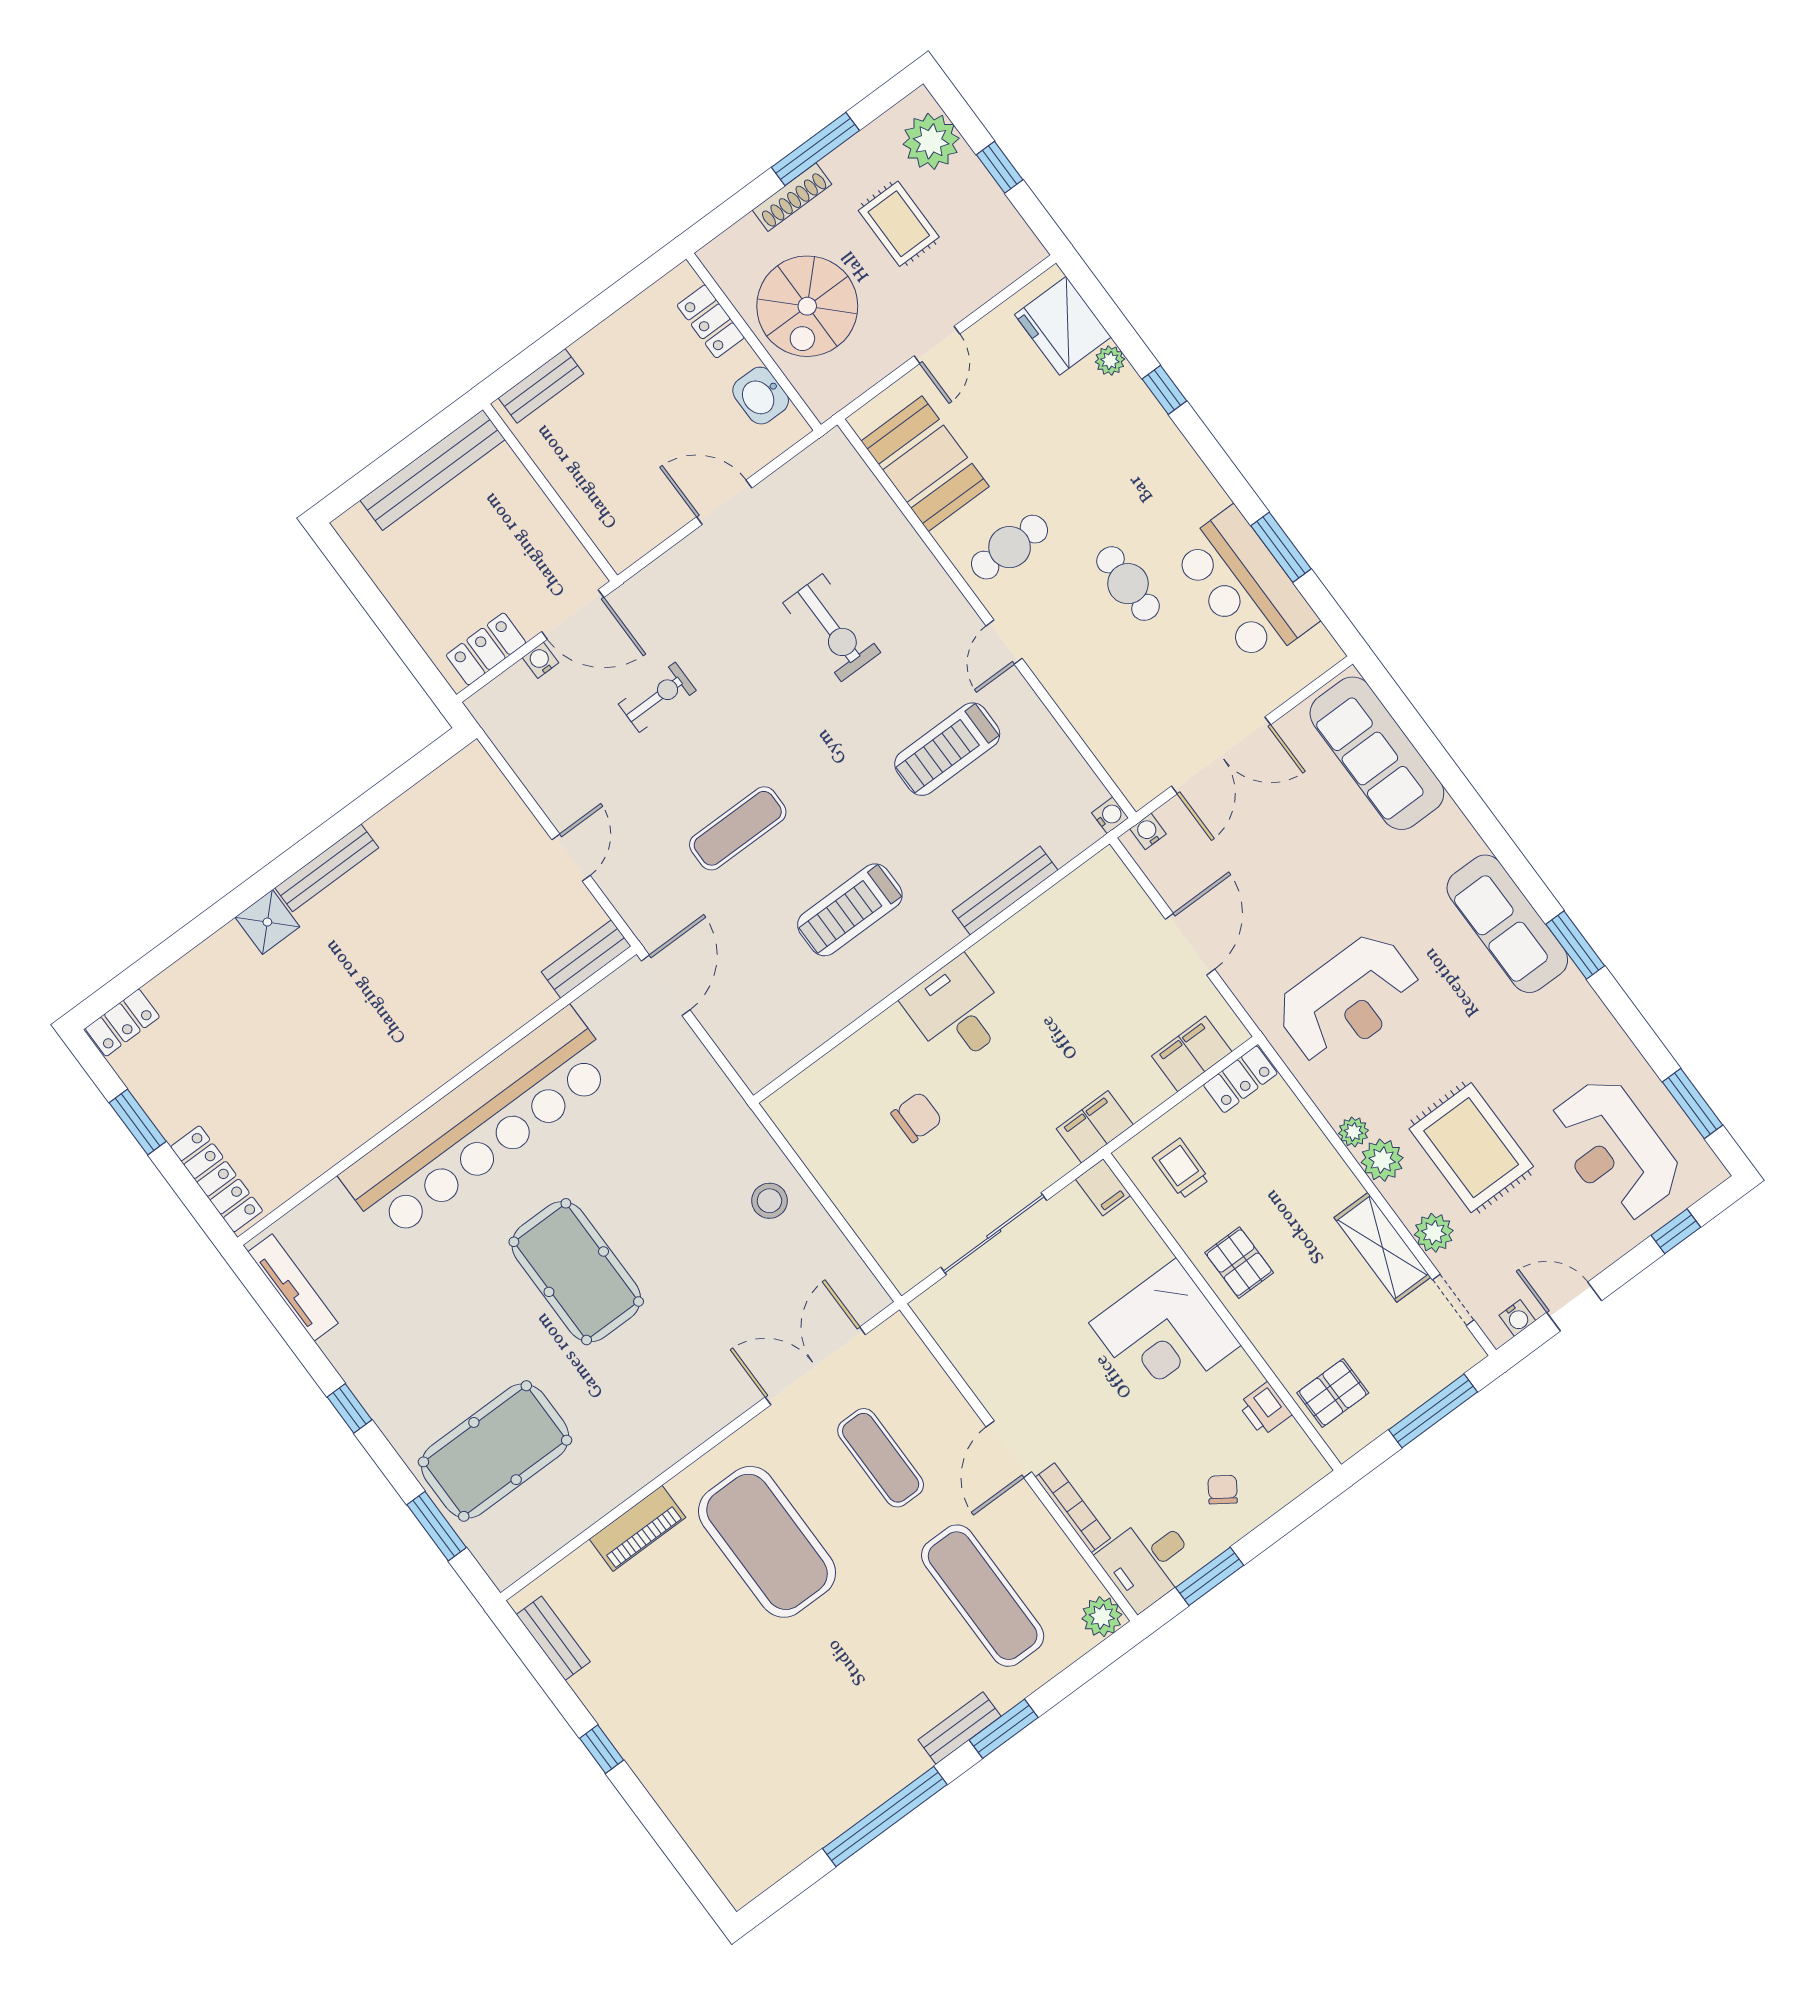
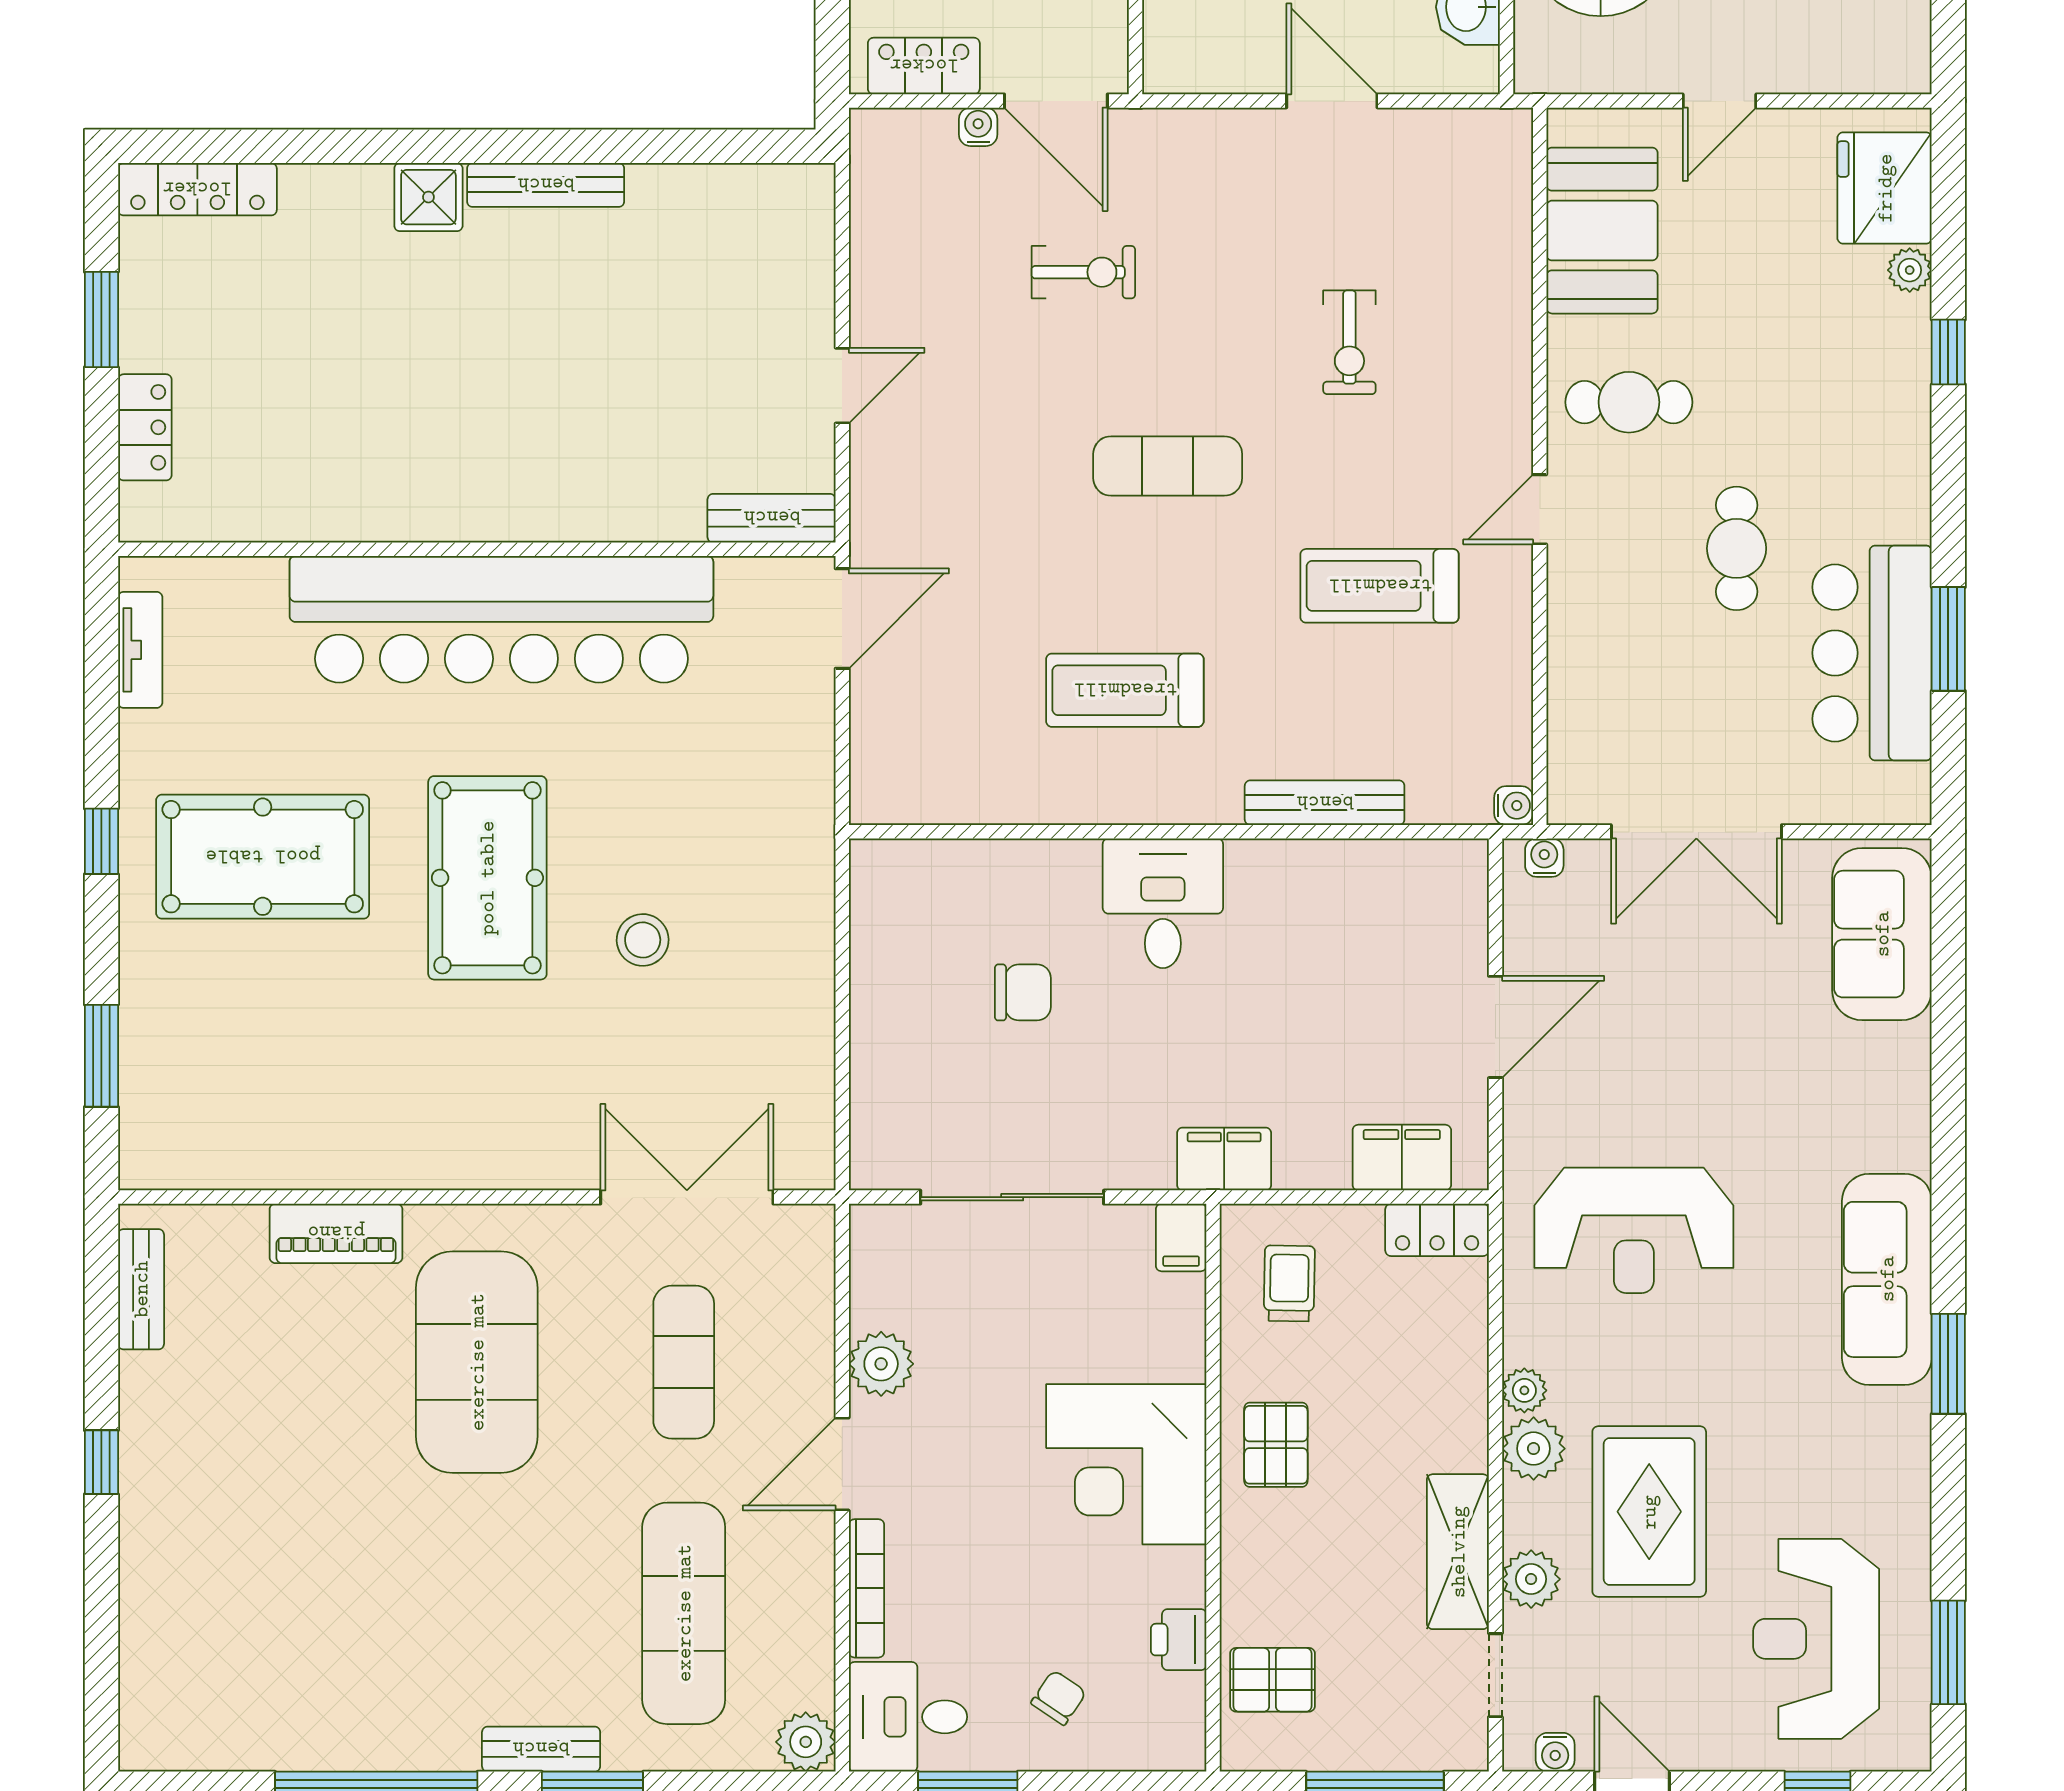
exercise bike: (832, 628) -> (1349, 342), width x0.73, depth x0.72
sofa: (1377, 753) -> (1882, 934), width x0.73
exercise mat: (738, 828) -> (1168, 466), moved
locker: (122, 1023) -> (197, 189), width x1.53
locker: (217, 1179) -> (145, 427), width x0.66
stool: (769, 1201) -> (643, 940), moved
tv unit: (293, 1288) -> (140, 650), width x0.71
plant: (990, 1379) -> (881, 1364), added
pool table: (495, 1451) -> (263, 857), moved

